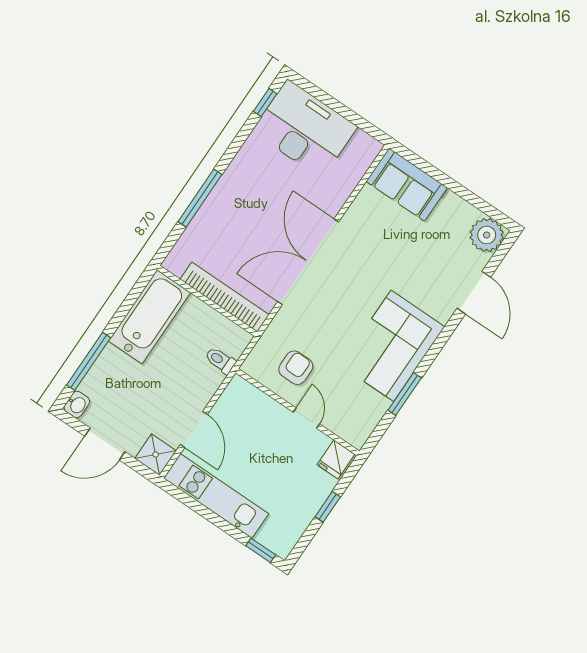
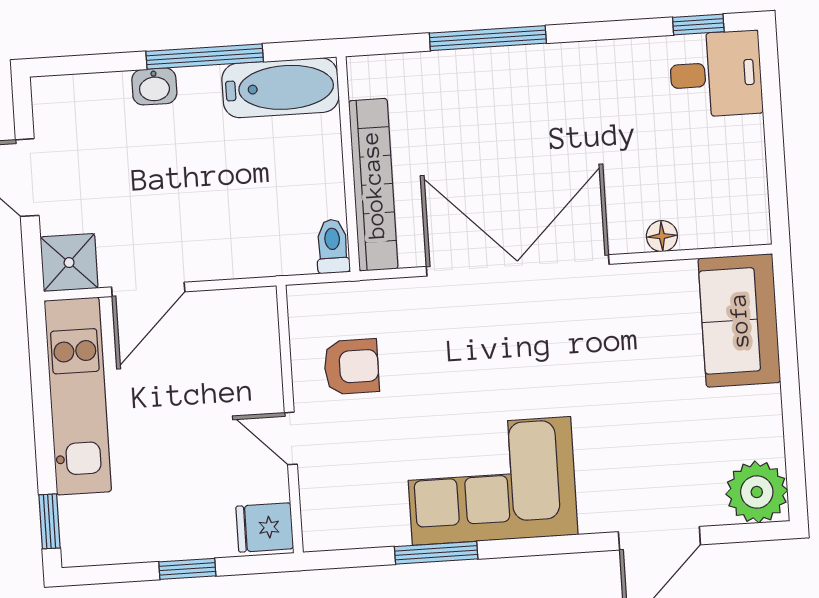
desk: (305, 129) -> (716, 74), width x0.53, depth x0.77
floor lamp: (344, 190) -> (662, 236), added
bathtub: (149, 317) -> (280, 88), width x0.73, depth x0.73
toilet: (220, 360) -> (333, 246), moved
window: (89, 361) -> (205, 57), moved
washbasin: (77, 404) -> (154, 86), moved
door: (306, 418) -> (291, 438), swing flipped

